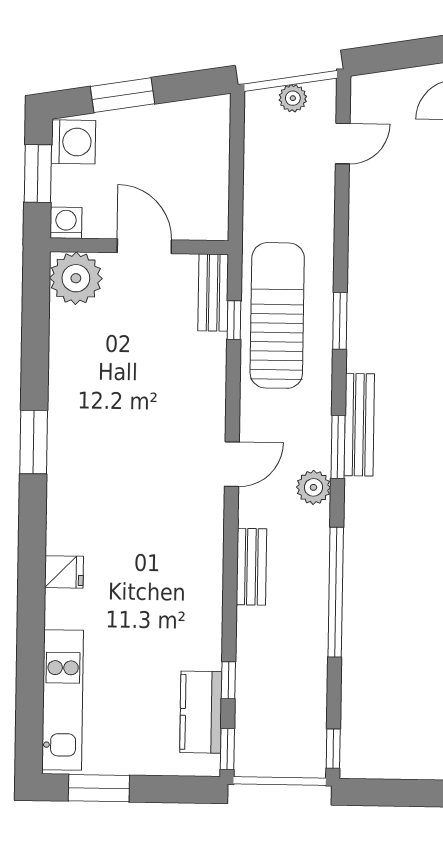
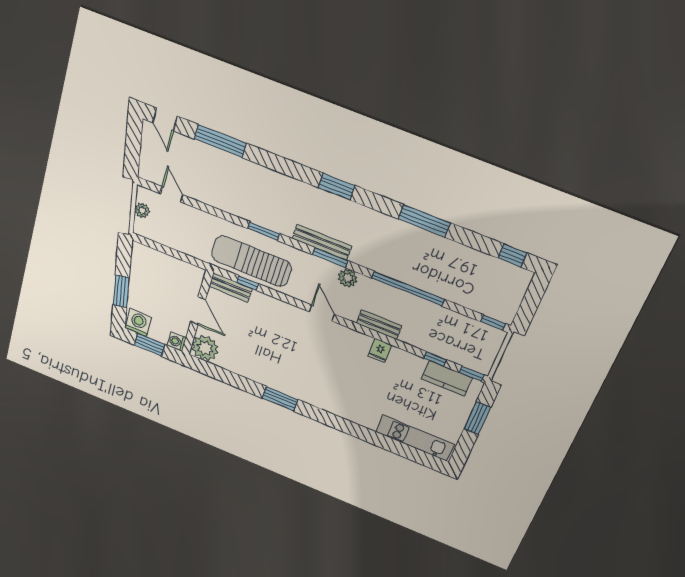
door: (144, 246) -> (198, 311), swing flipped
fridge: (64, 572) -> (380, 350), moved, turned 180
window: (99, 788) -> (477, 418), moved

